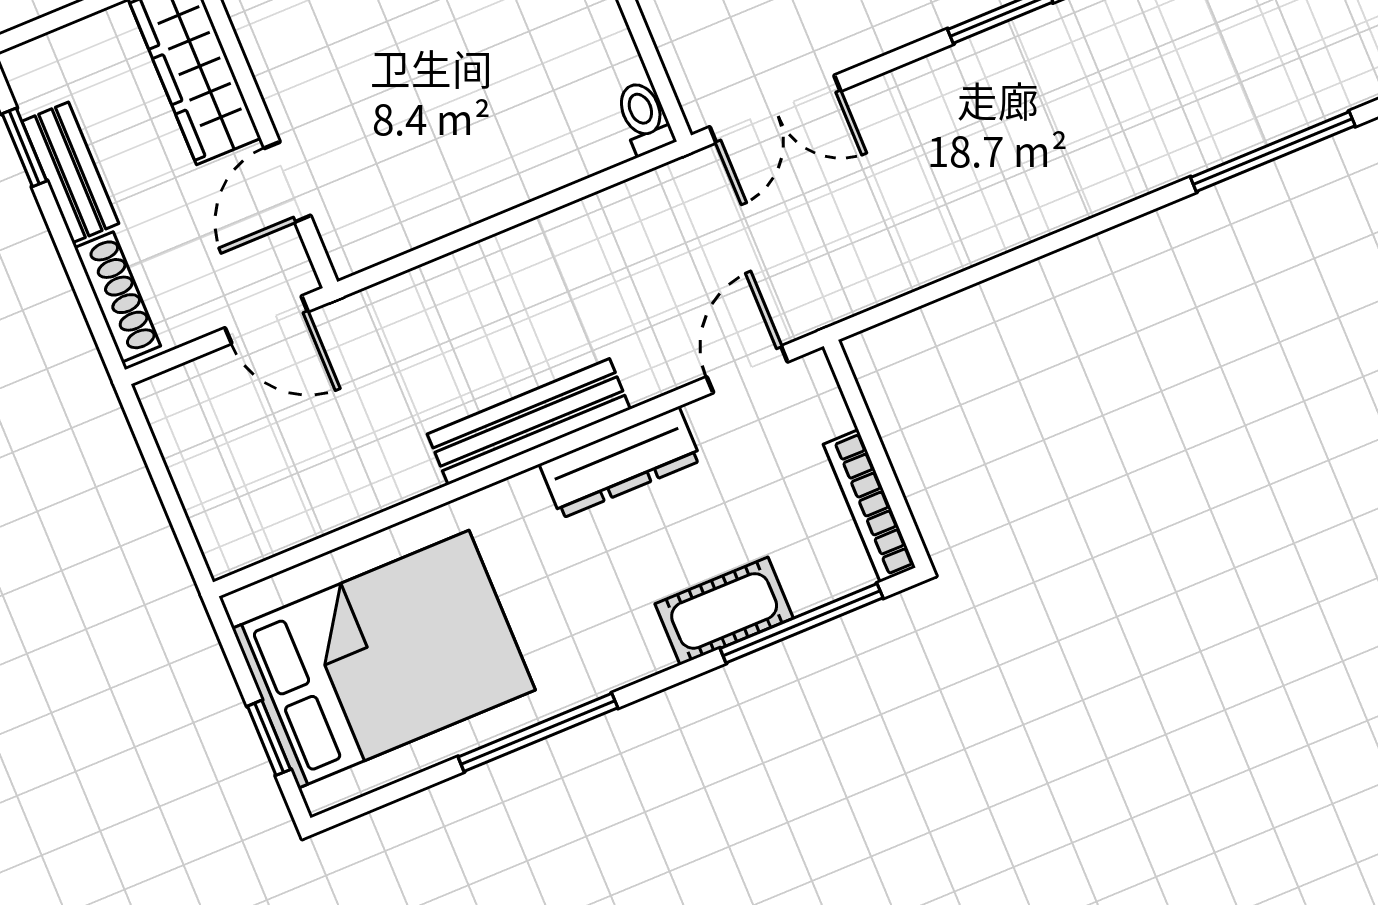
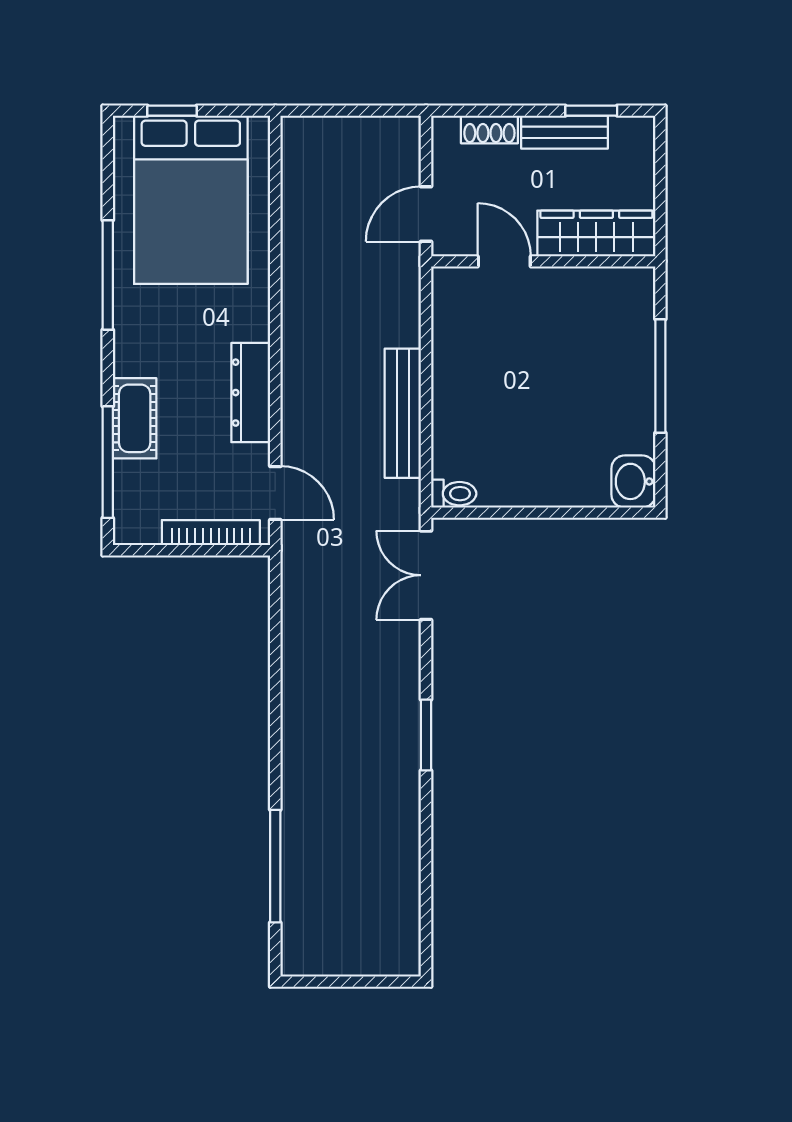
shoe rack: (117, 297) -> (489, 129), width x0.70
bench: (529, 422) -> (403, 413), moved
bookcase: (869, 506) -> (211, 533), moved

